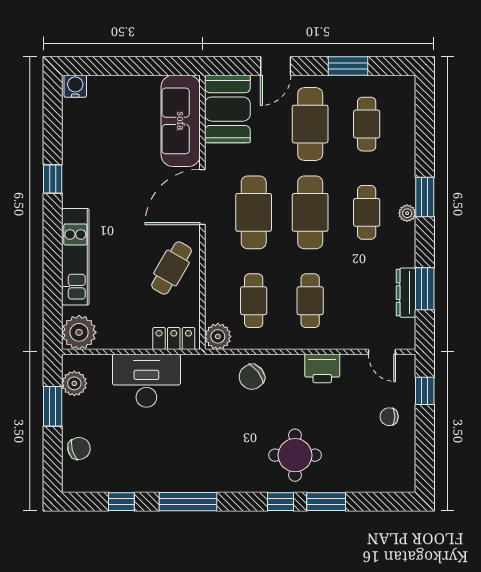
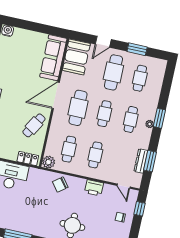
cafe table: (310, 212) -> (104, 114), width x0.73, depth x0.74

